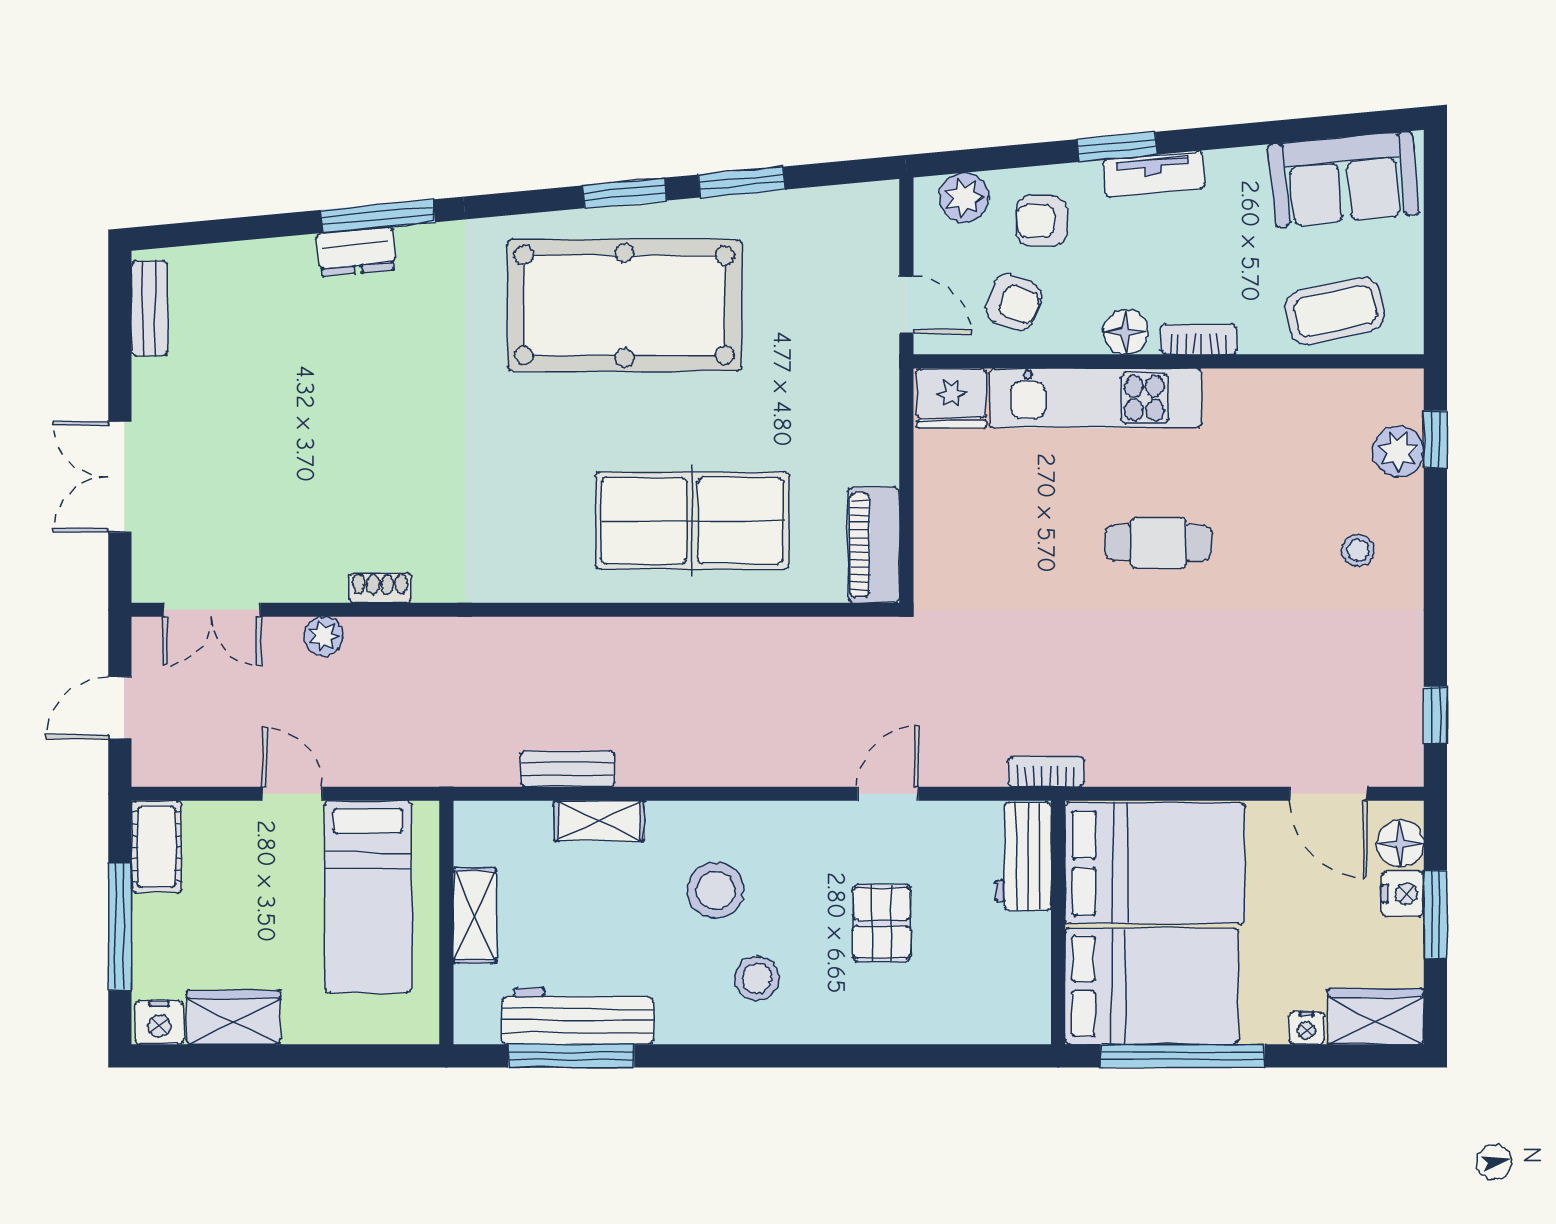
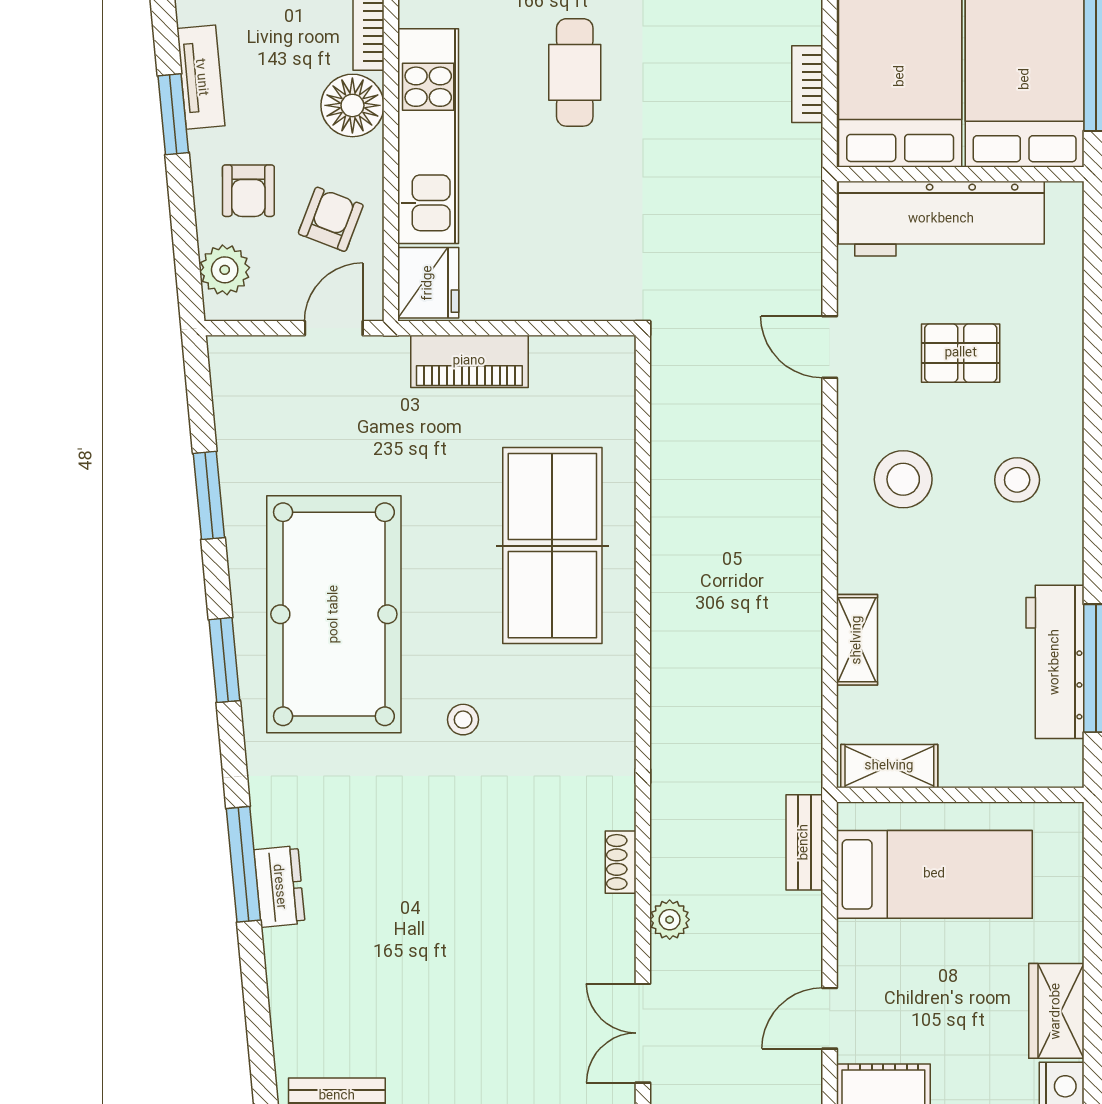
window: (625, 193) -> (224, 660), moved
floor lamp: (1126, 332) -> (352, 105), width x1.38, depth x1.38
stool: (521, 433) -> (463, 720), added
piano: (874, 545) -> (469, 361), moved
double door: (212, 610) -> (643, 1033), swing flipped
bench: (568, 769) -> (804, 842), moved
bookcase: (1046, 772) -> (807, 84), moved
door: (292, 794) -> (830, 1018), moved
workbench: (1023, 856) -> (941, 219), width x1.88, depth x1.32
stool: (716, 890) -> (903, 479), moved
shelving: (475, 915) -> (889, 766), moved

